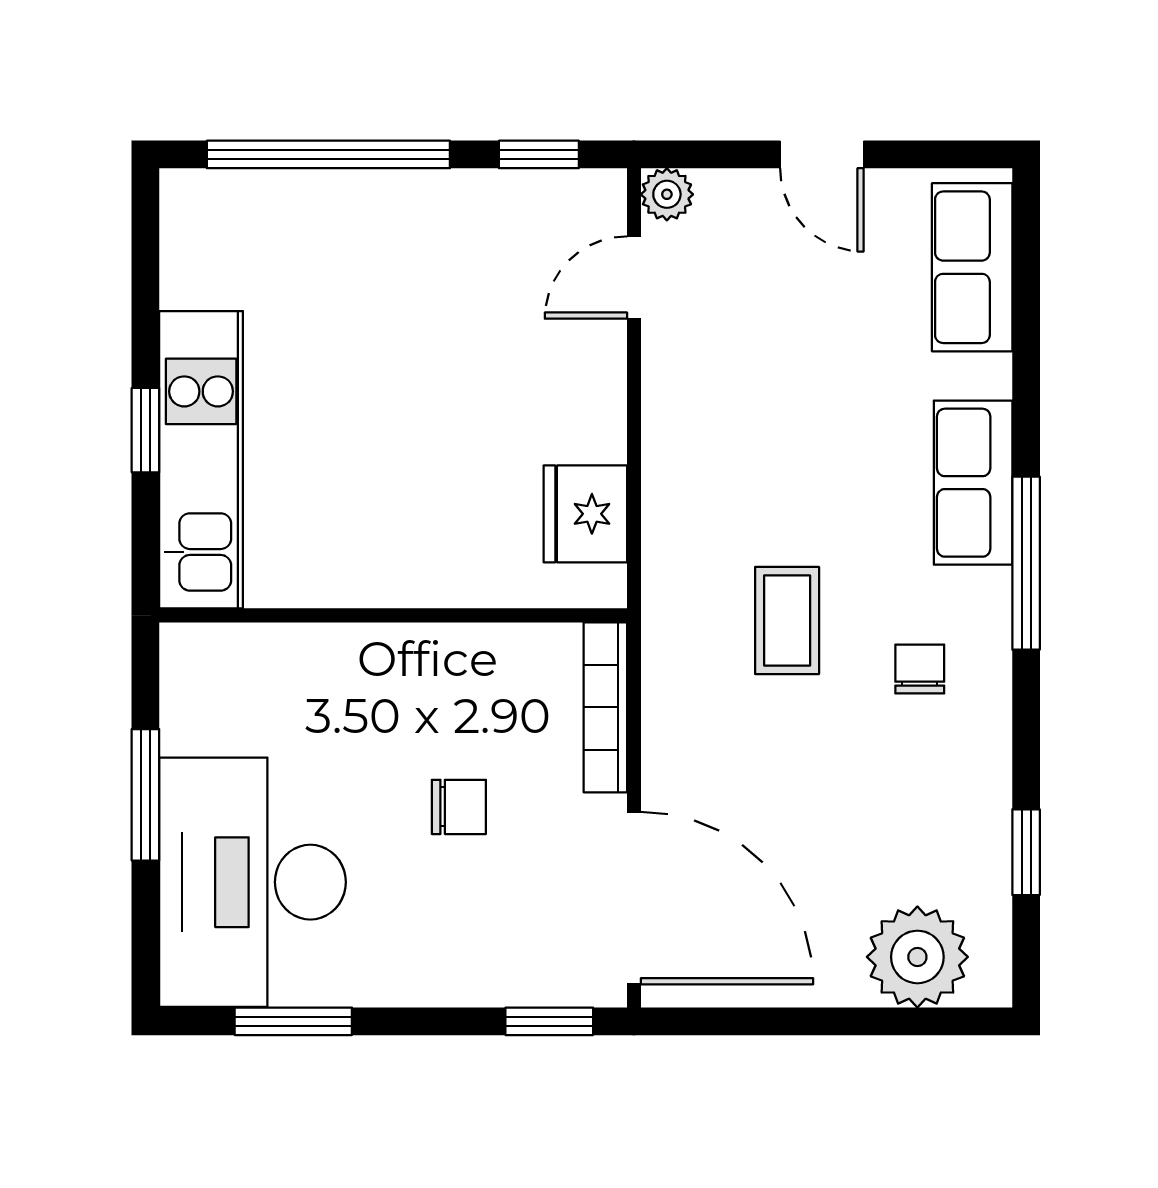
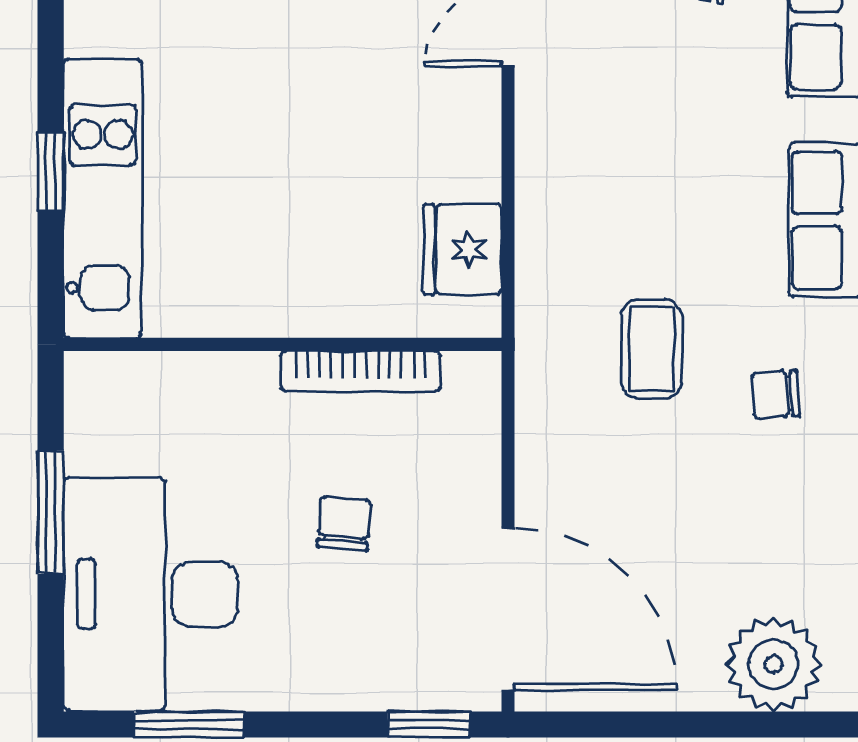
chair: (920, 669) -> (776, 395), turned -94
bookcase: (605, 707) -> (361, 371), moved, turned -90
chair: (459, 807) -> (344, 524), turned -85

